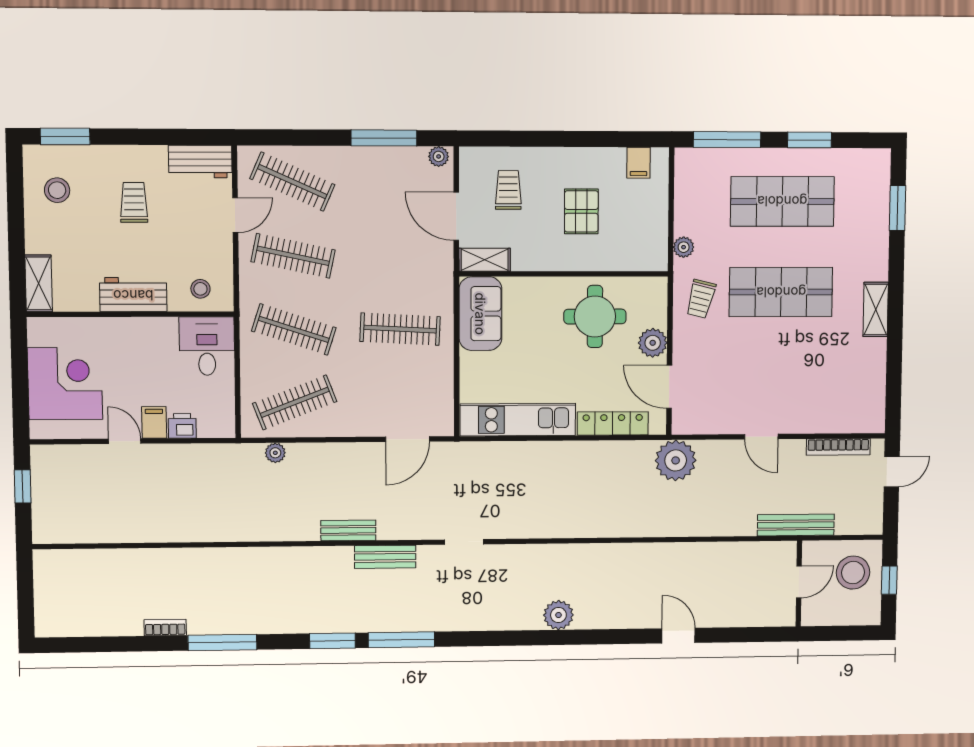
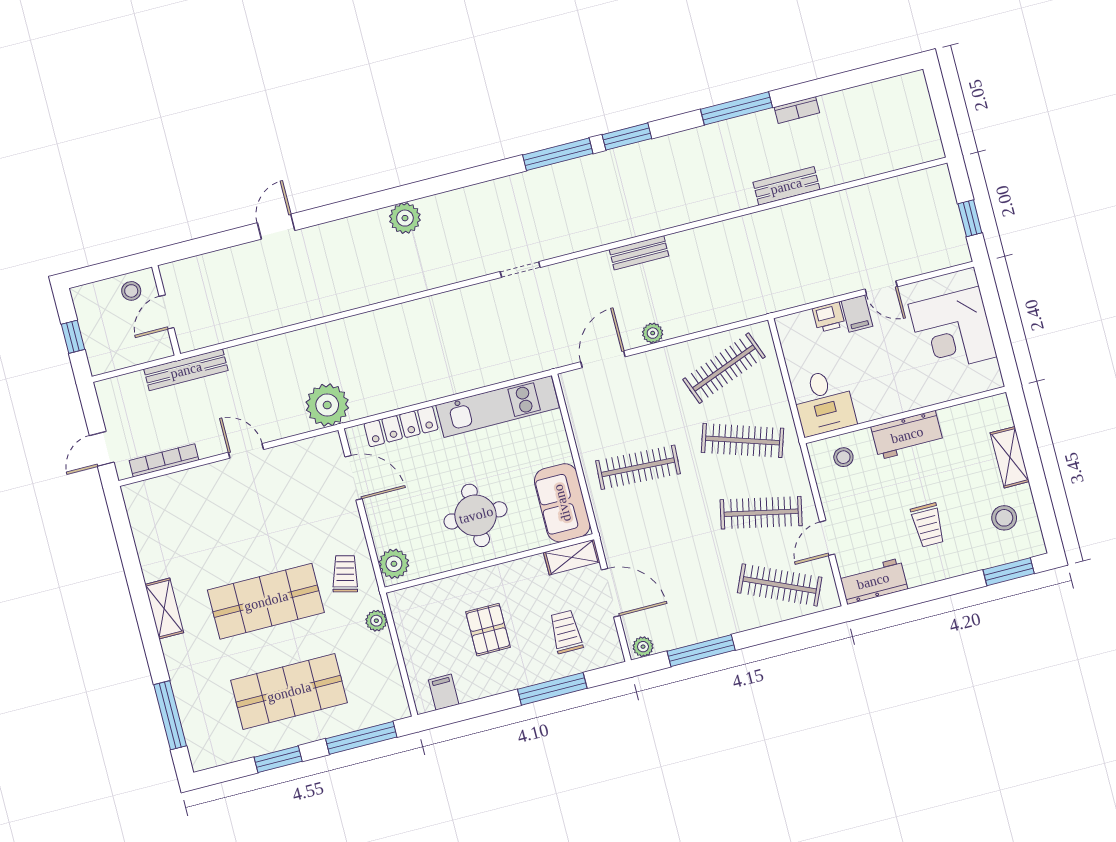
window: (535, 139) -> (552, 689), added
trolley: (508, 190) -> (566, 632), turned 180
window: (898, 208) -> (170, 715), width x1.44
shelving: (39, 283) -> (1010, 457), moved
round table: (595, 316) -> (476, 515), moved
plant: (653, 343) -> (394, 564), moved
plant: (275, 453) -> (653, 333), moved
bench: (385, 557) -> (786, 186), moved
stool: (853, 573) -> (131, 291), moved, width x0.53, depth x0.53
door: (678, 636) -> (276, 227), swing flipped

